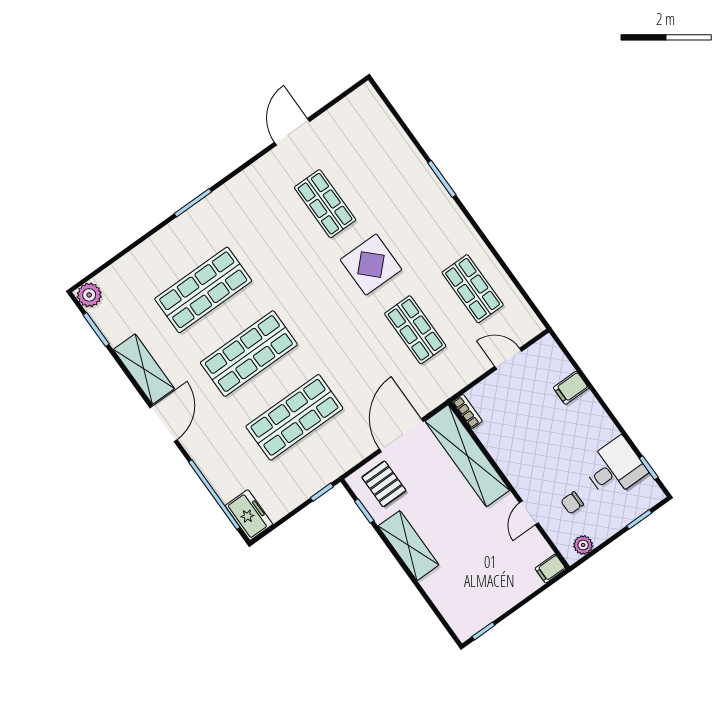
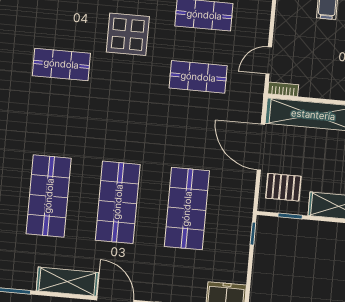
display table: (371, 265) -> (128, 34), moved
door: (508, 359) -> (269, 60), moved

